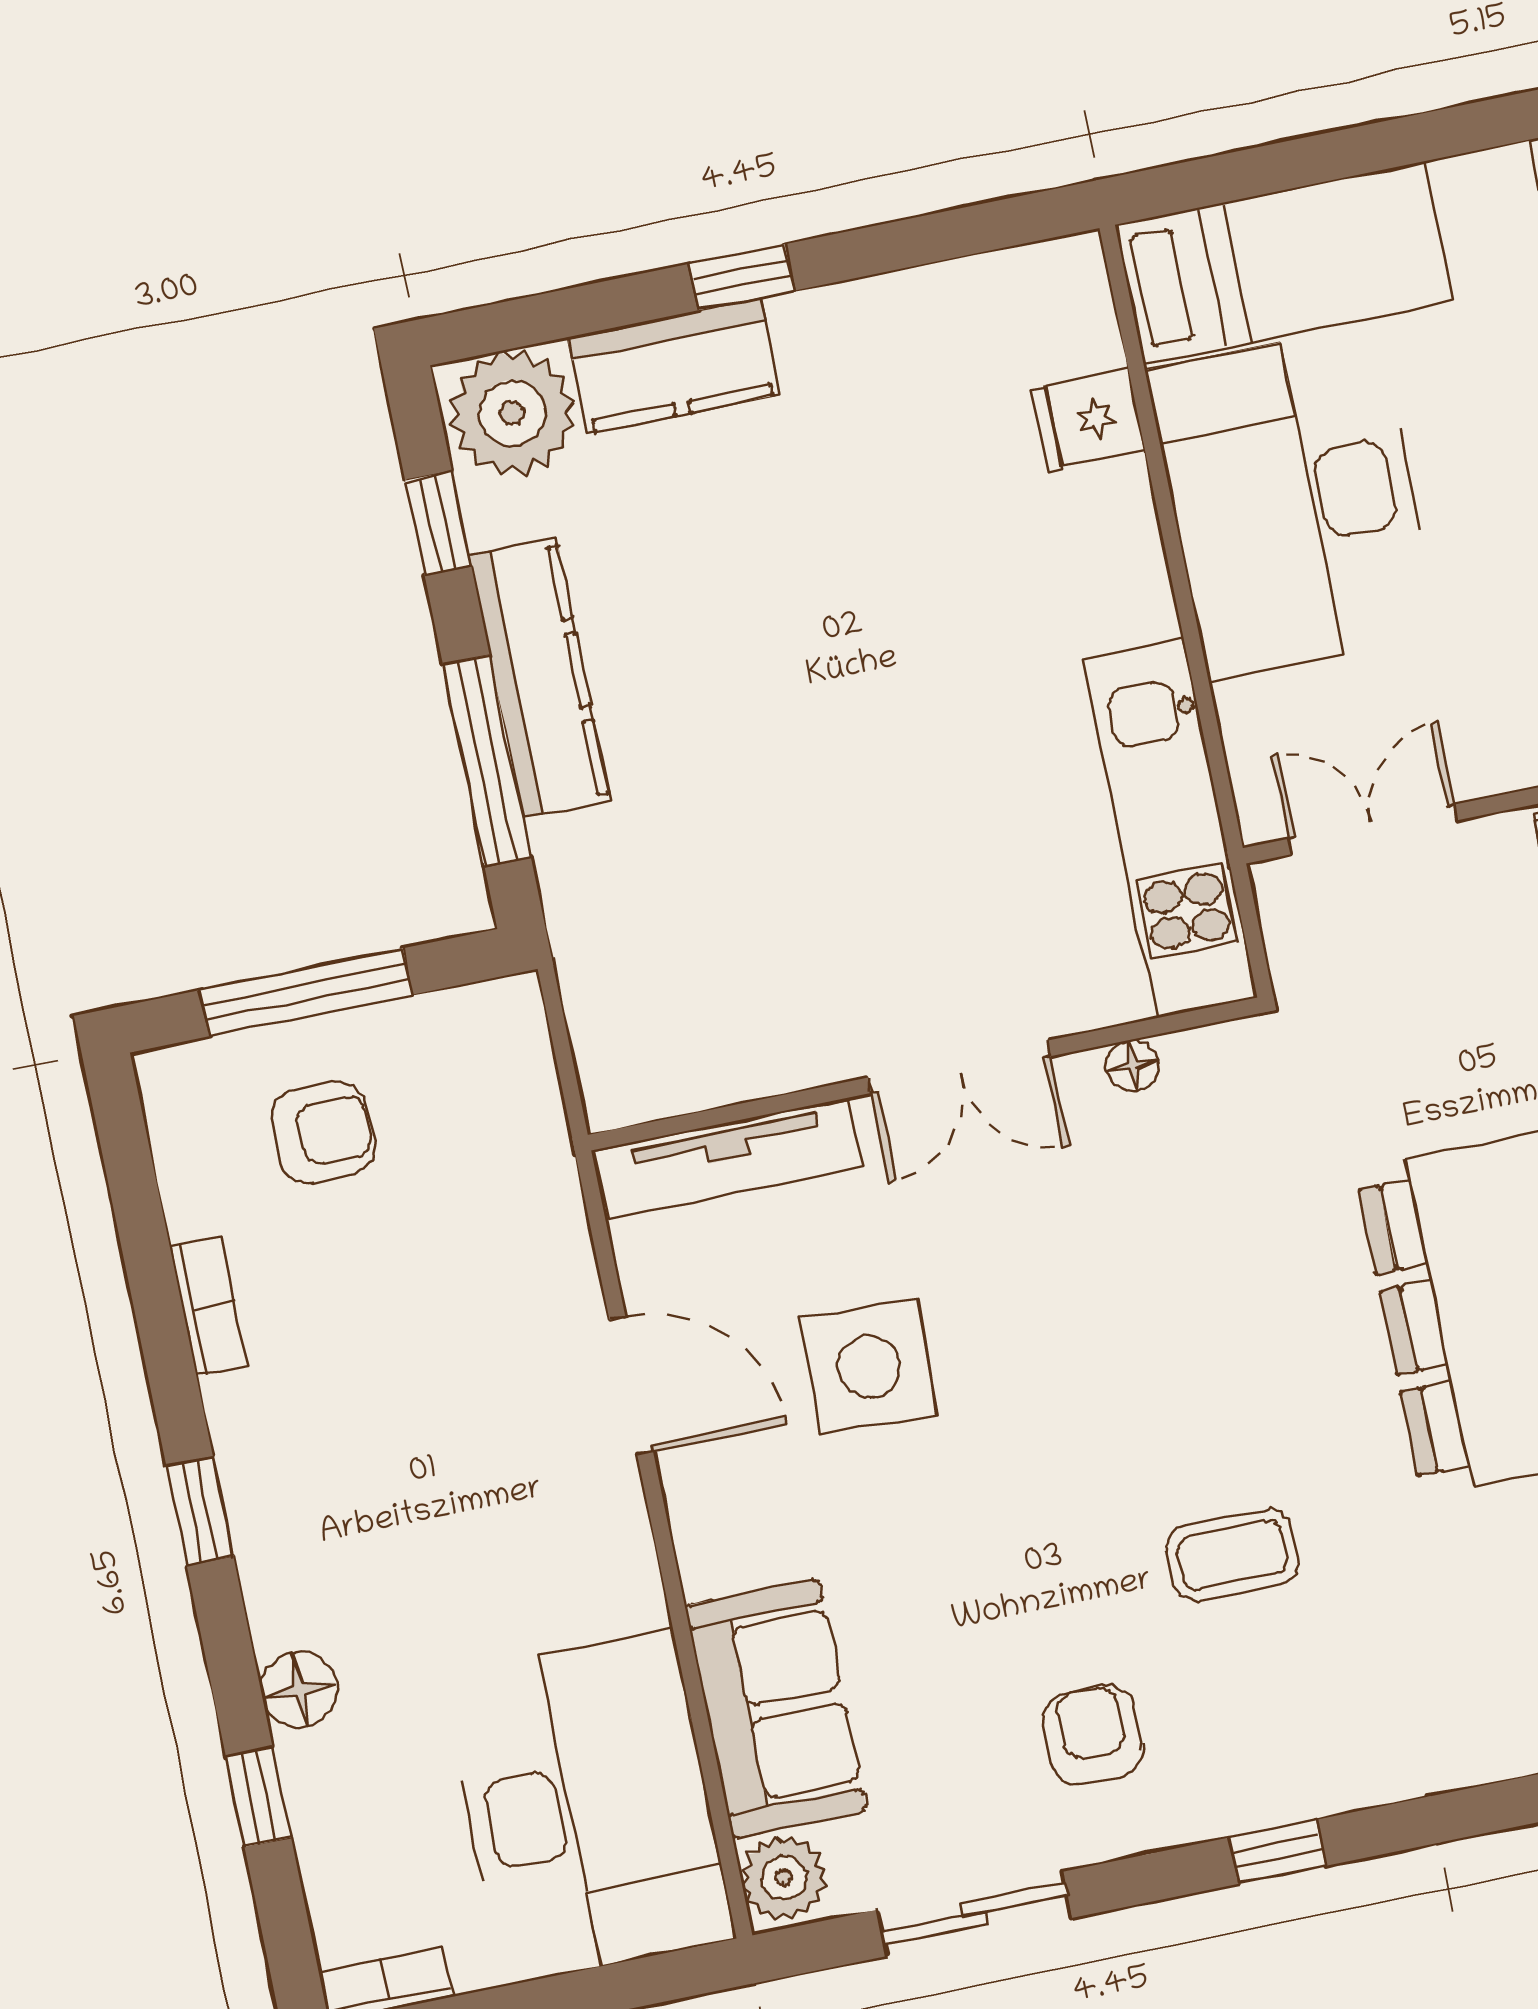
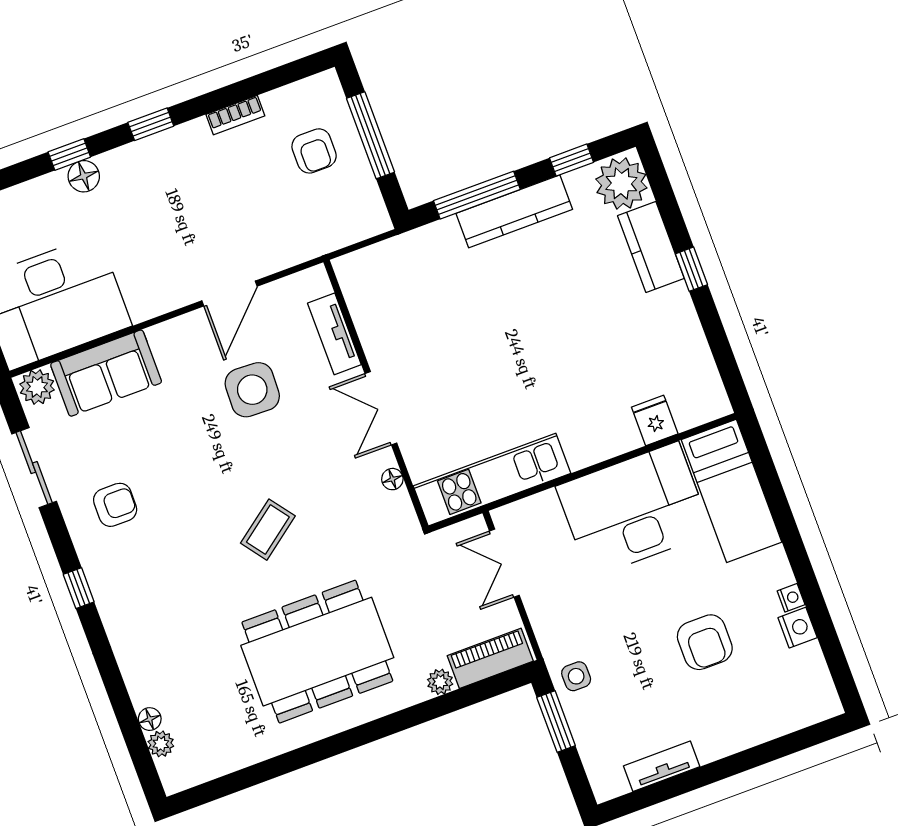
double door: (1373, 829) -> (504, 563), swing flipped
tv unit: (729, 1158) -> (334, 334), width x0.71
coffee table: (1232, 1555) -> (268, 530), moved, turned 53
window: (259, 1797) -> (69, 154), moved

